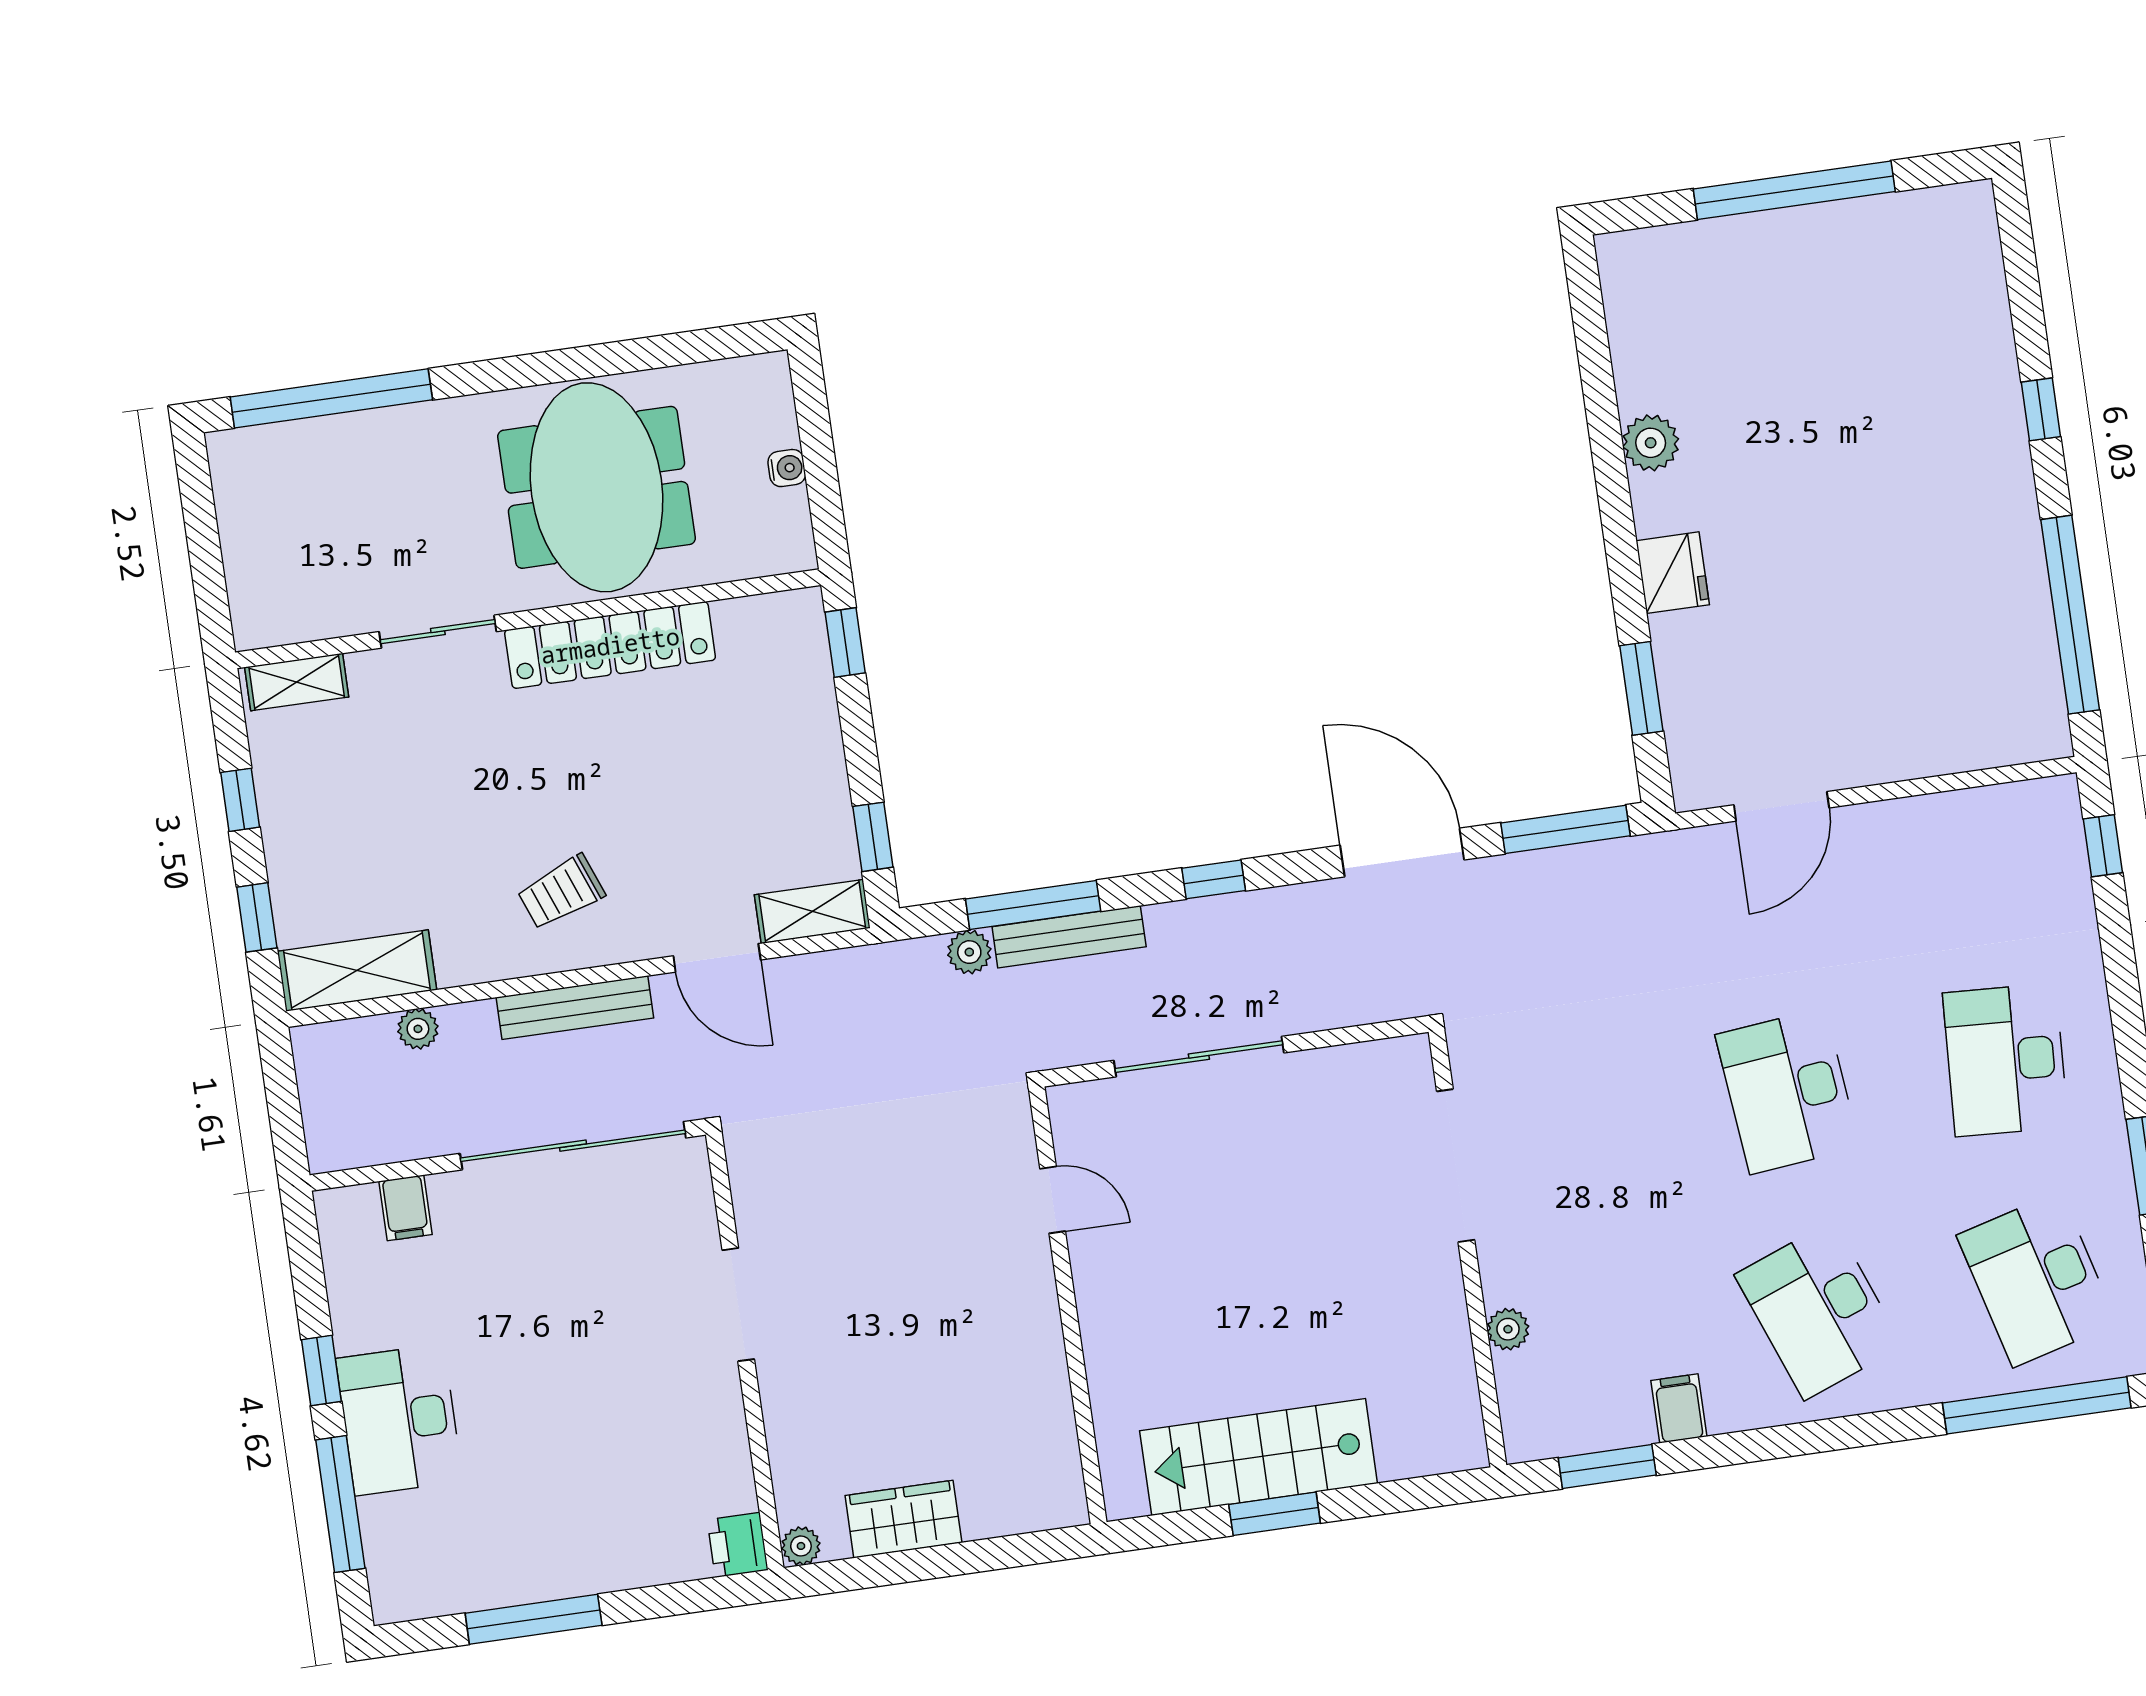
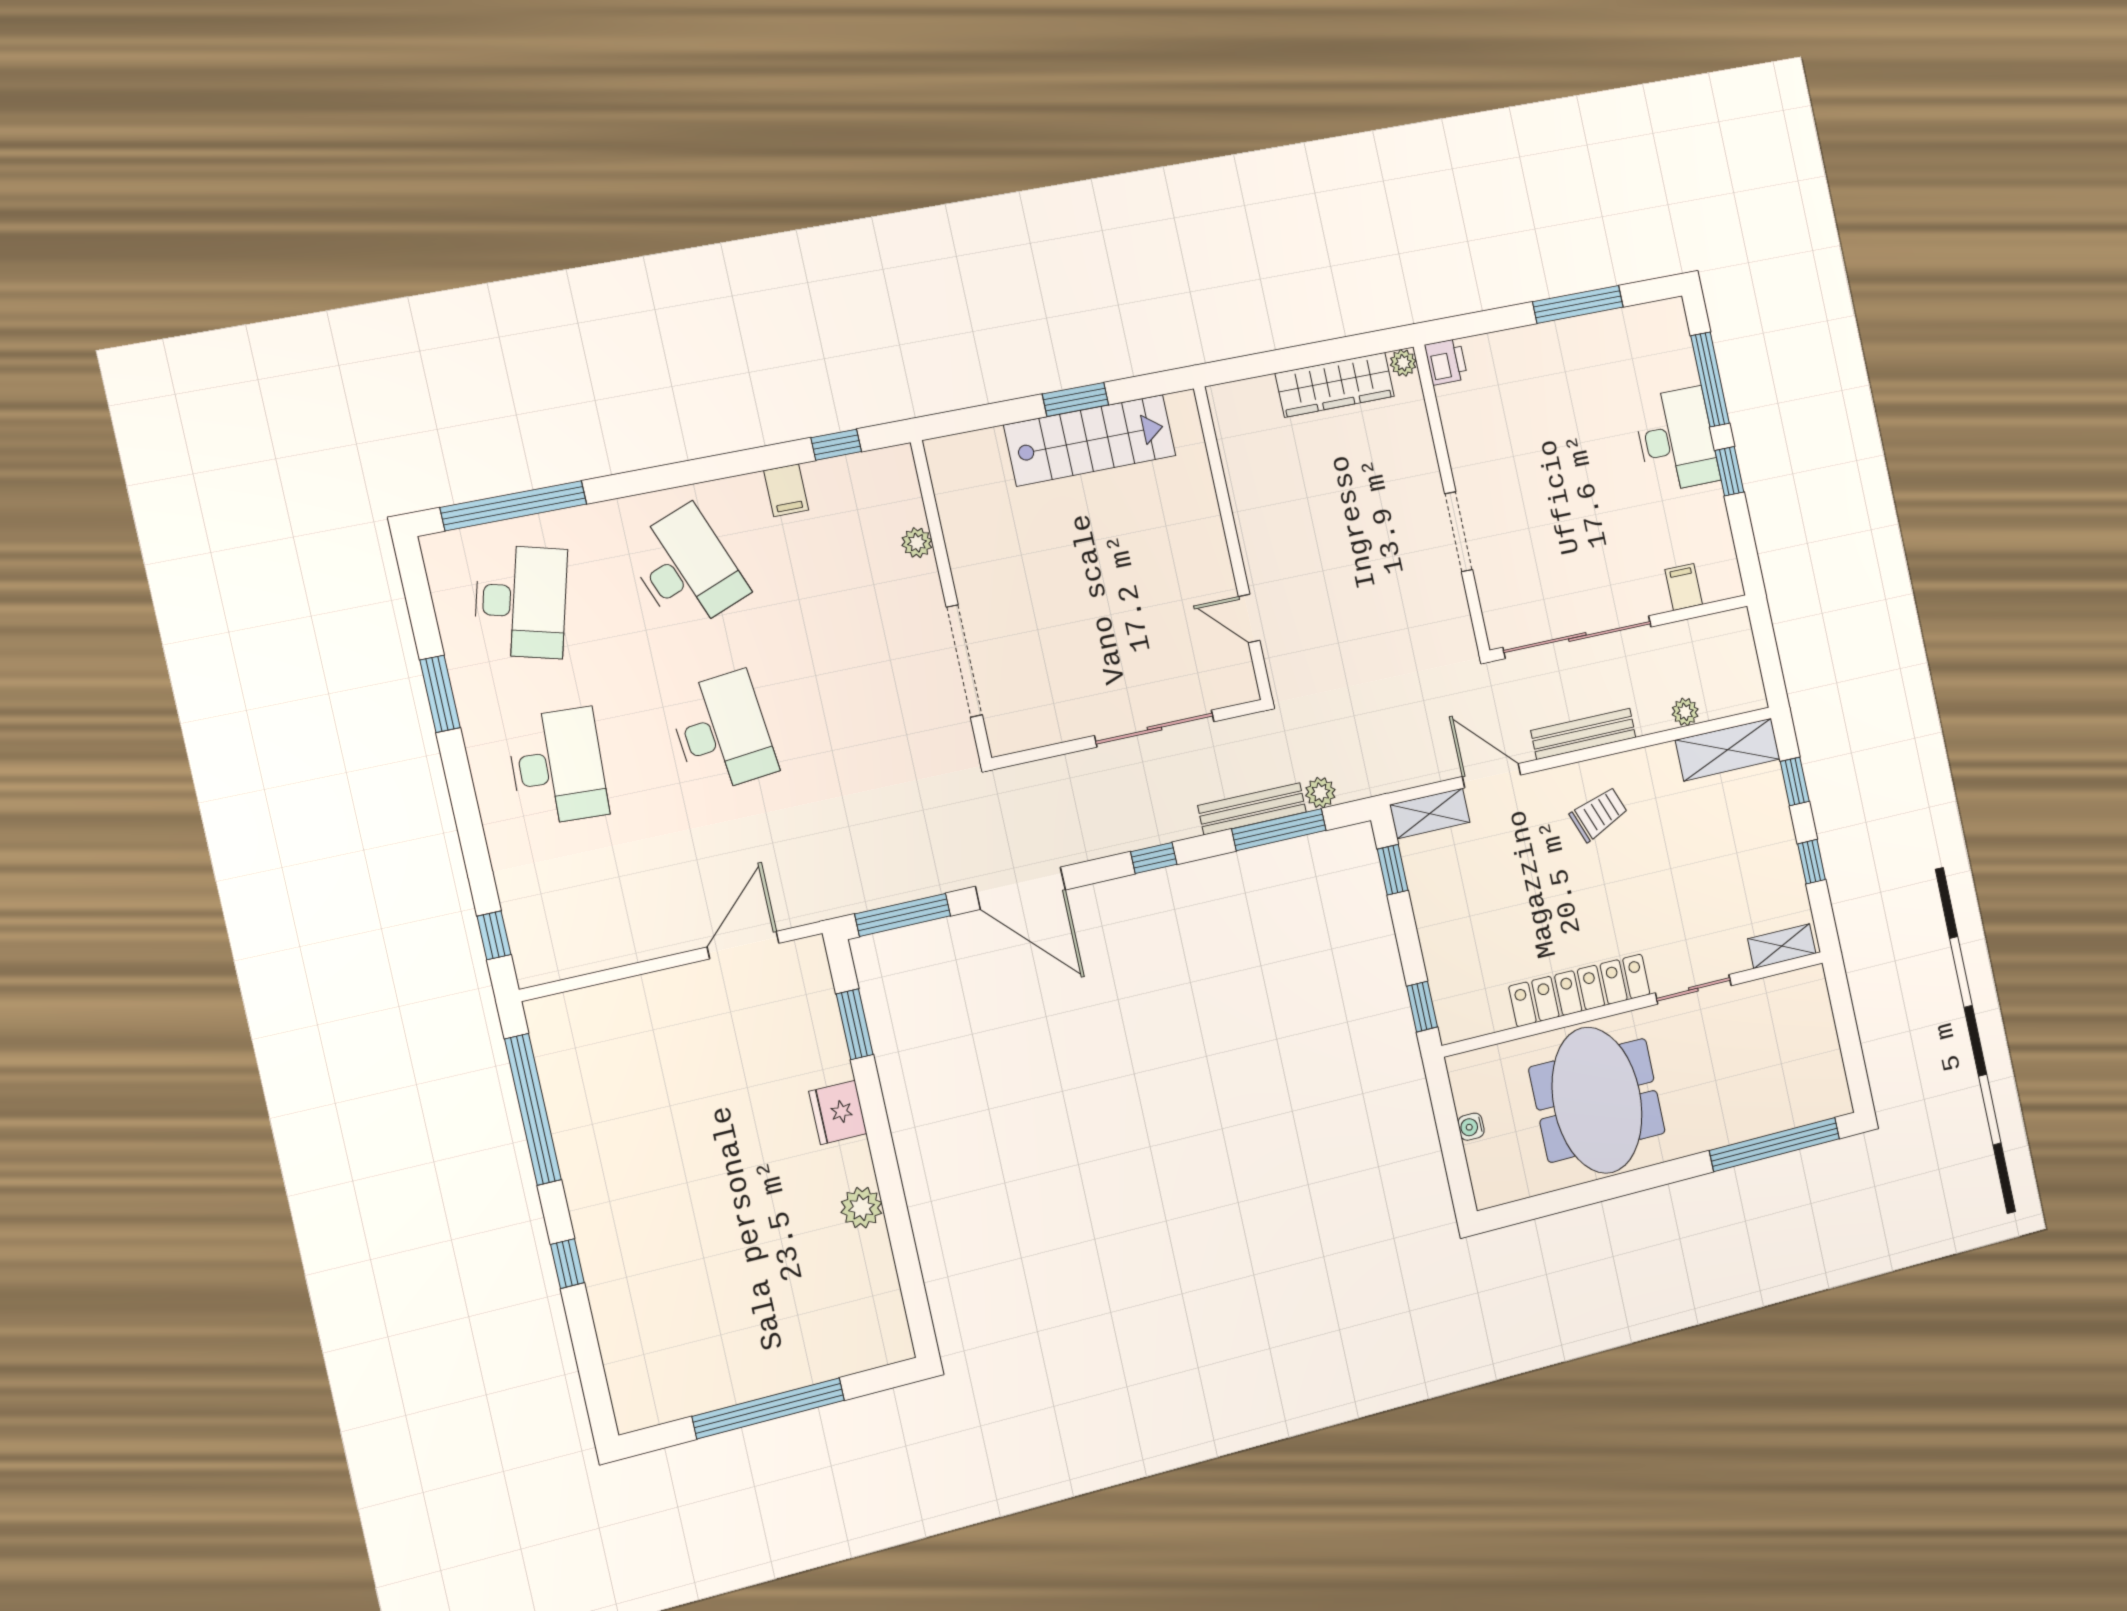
desk: (2037, 1279) -> (521, 602), turned 30
window: (1607, 1466) -> (836, 445), width x0.67
wardrobe: (903, 1519) -> (1335, 385), width x1.50

